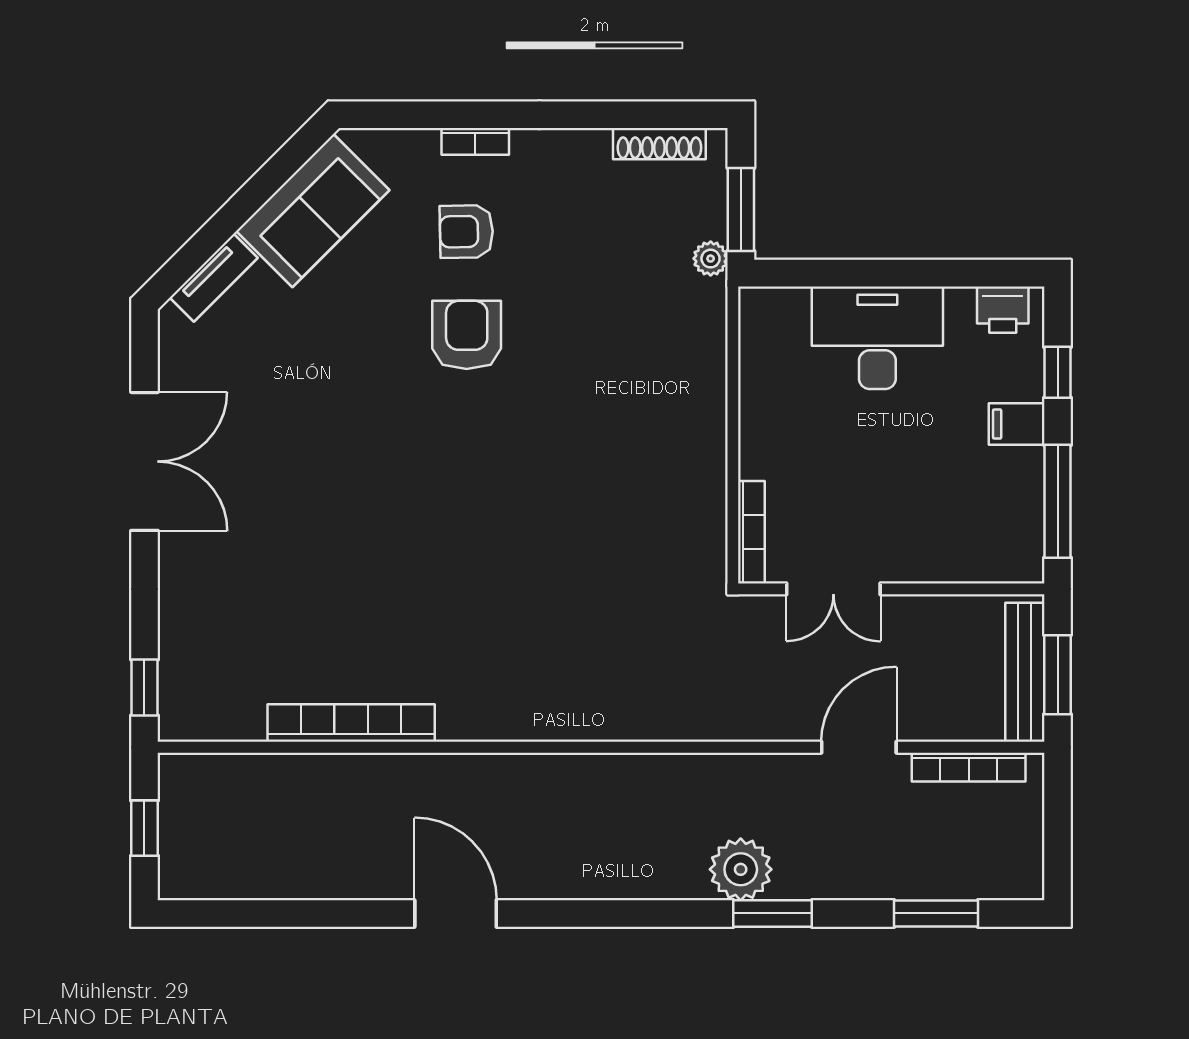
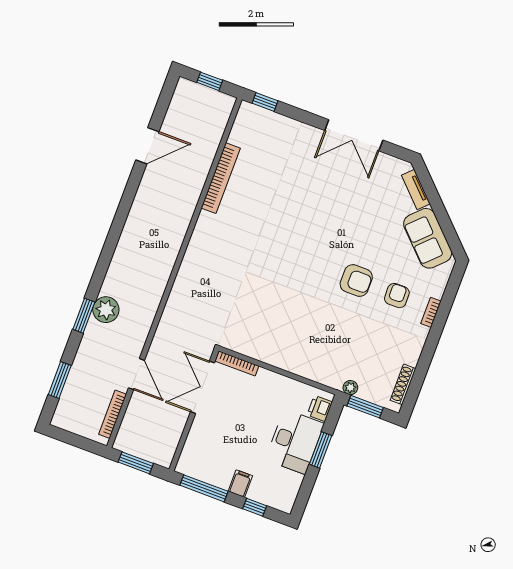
window: (875, 273) -> (321, 450), added
printer: (1003, 310) -> (320, 408), moved
double door: (833, 589) -> (202, 387), width x1.37
bench: (1025, 672) -> (142, 450), removed
door: (456, 913) -> (147, 146), moved

